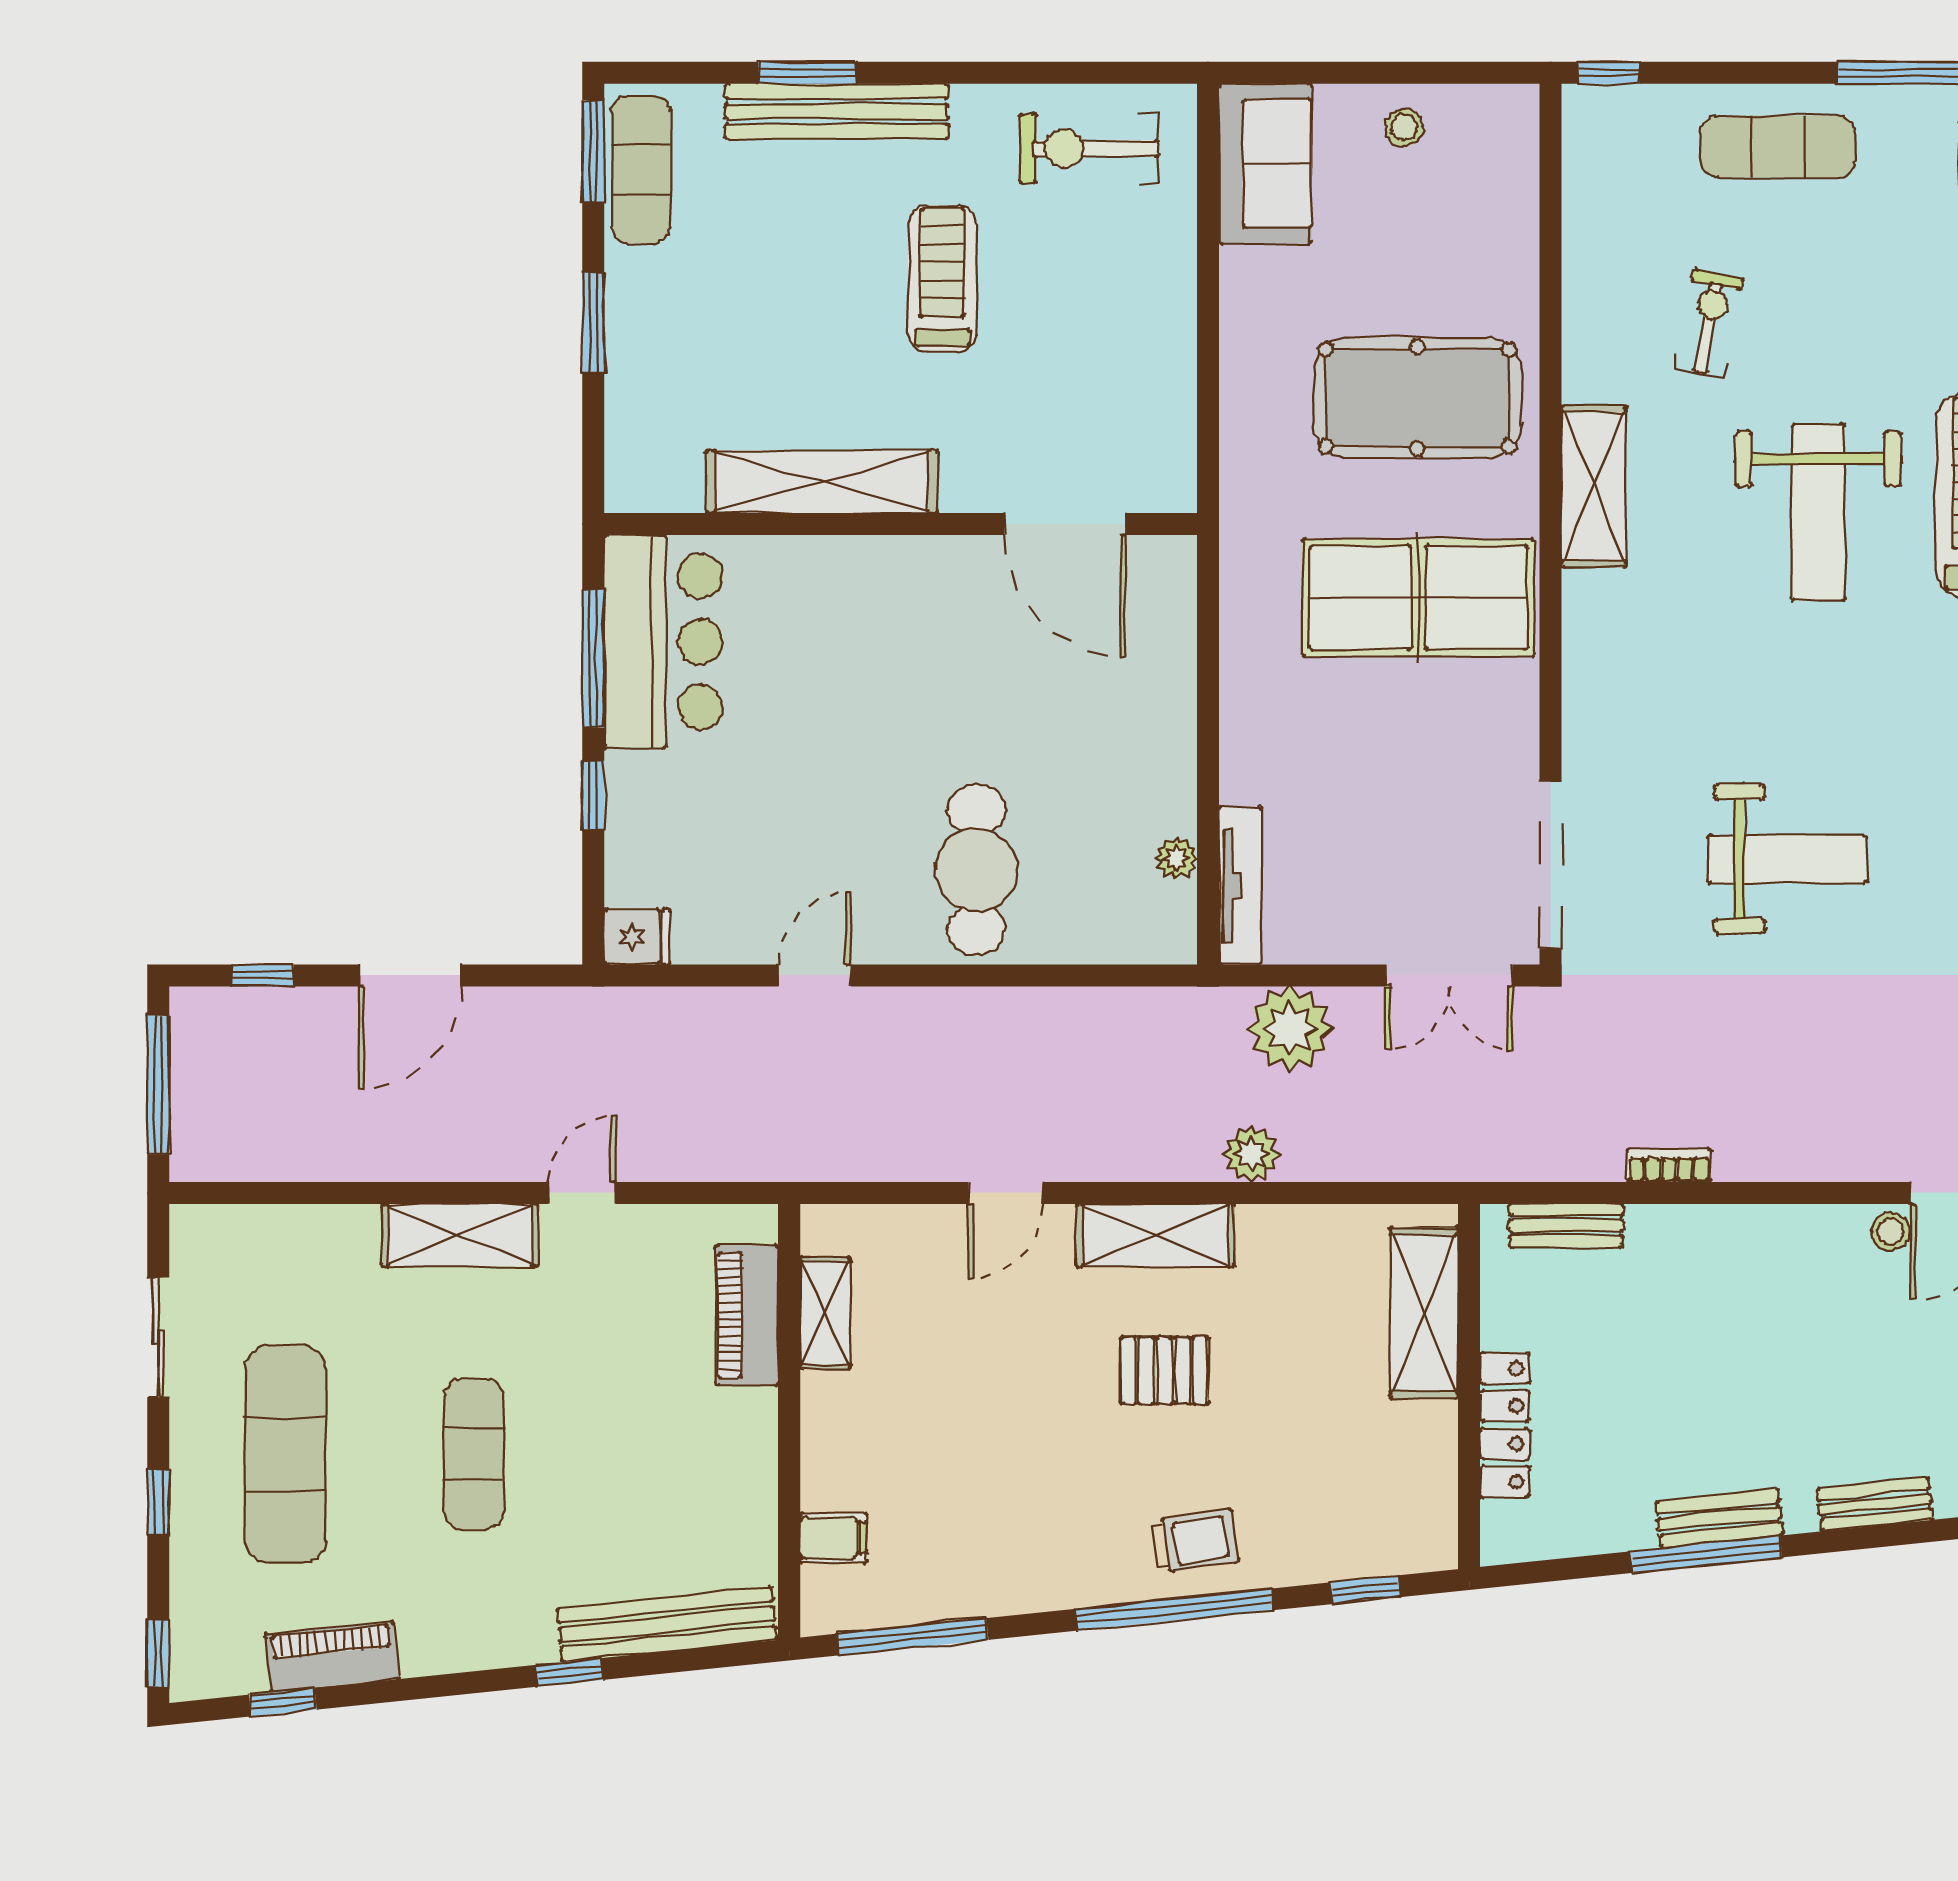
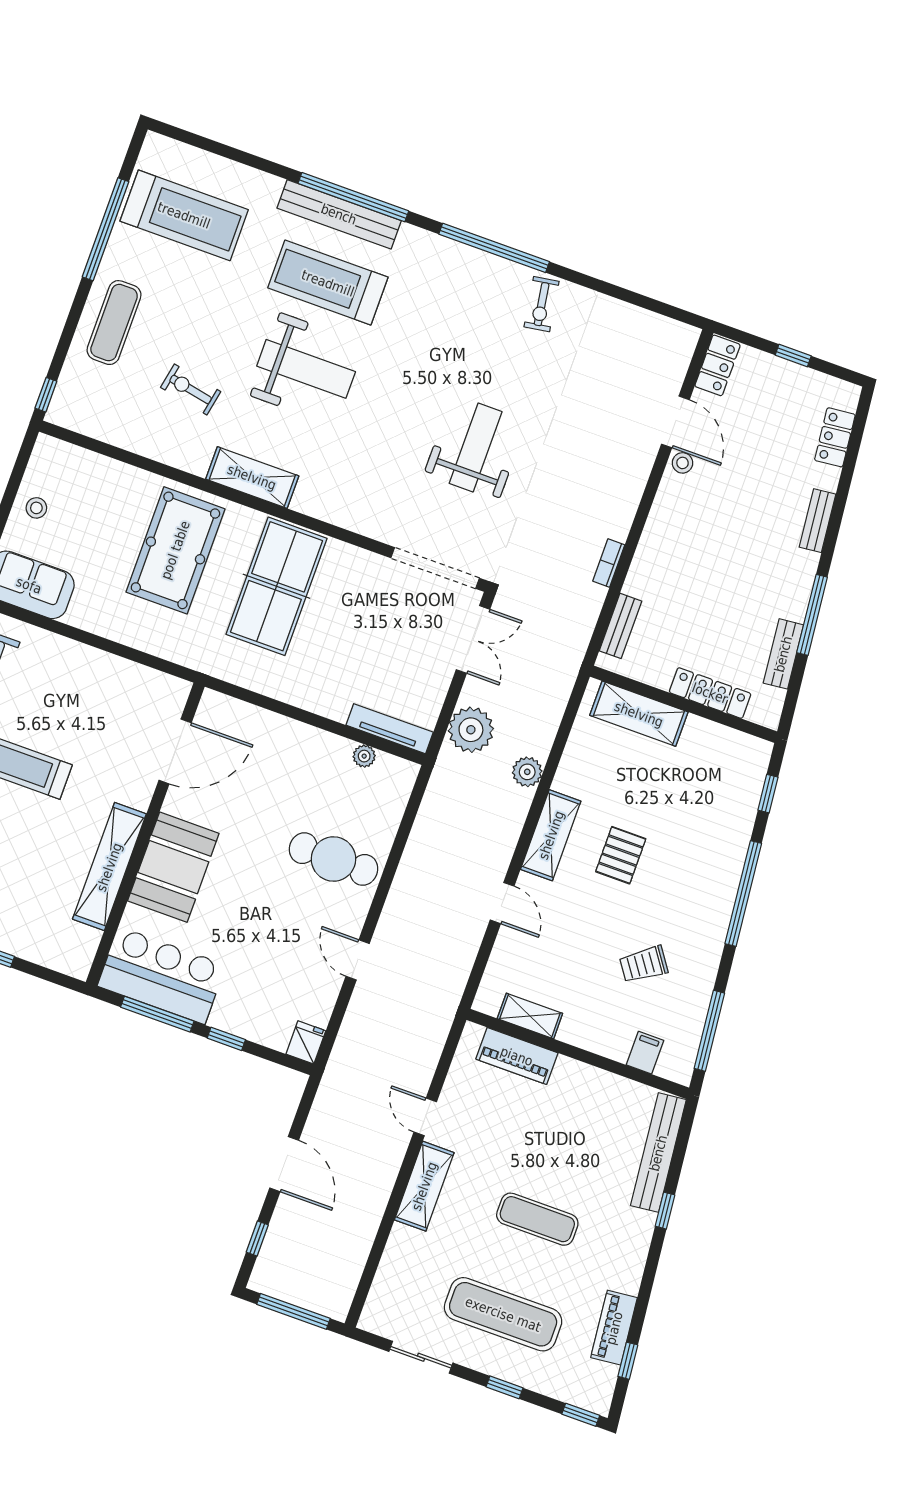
booth: (861, 594) -> (173, 867), added
bench: (1719, 1518) -> (783, 654), moved
trolley: (1195, 1541) -> (644, 964), moved, turned -116

